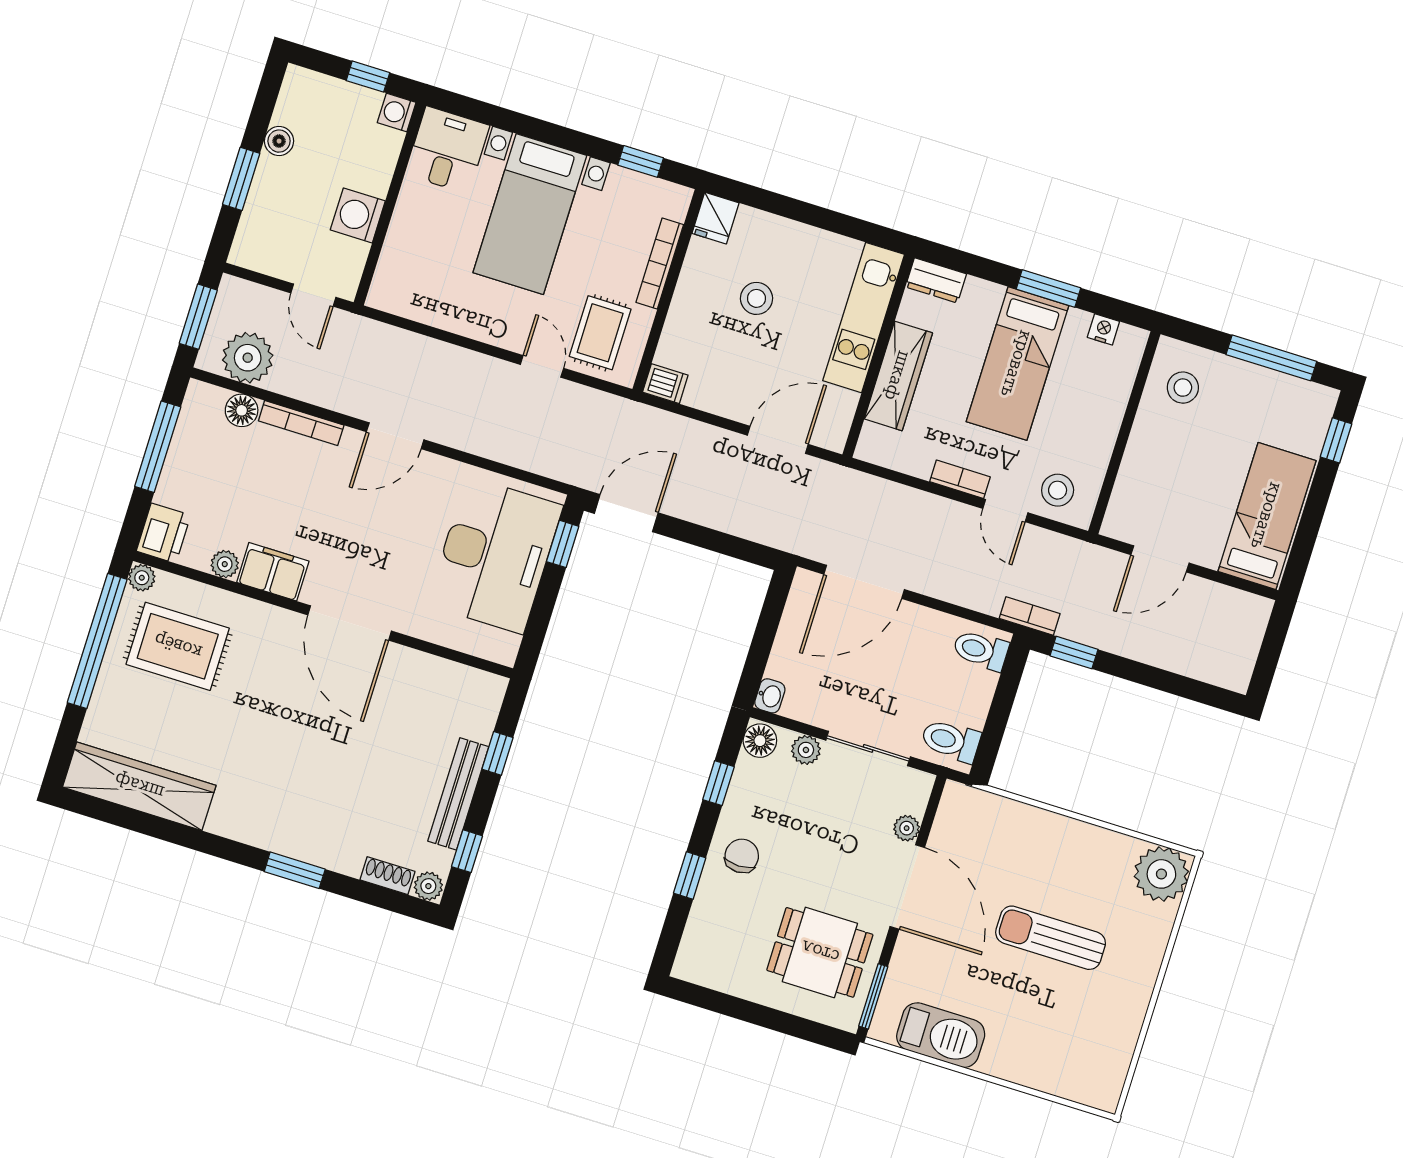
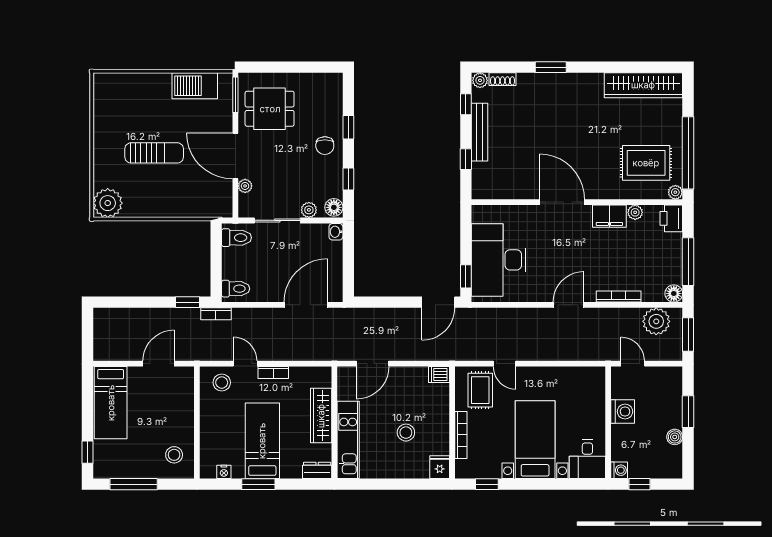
floor lamp: (242, 410) -> (674, 294), moved

